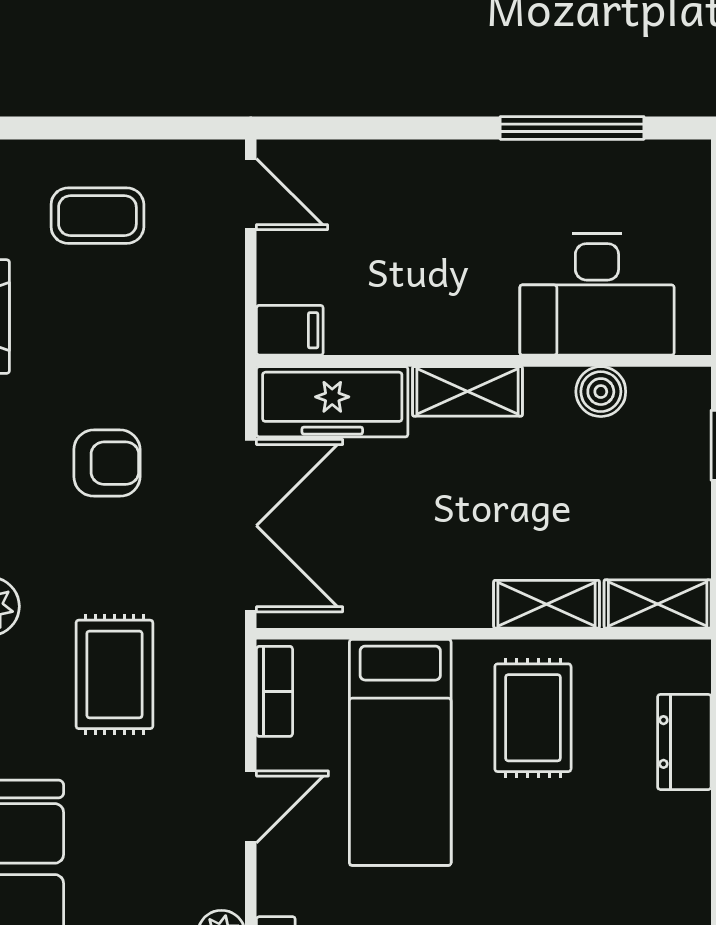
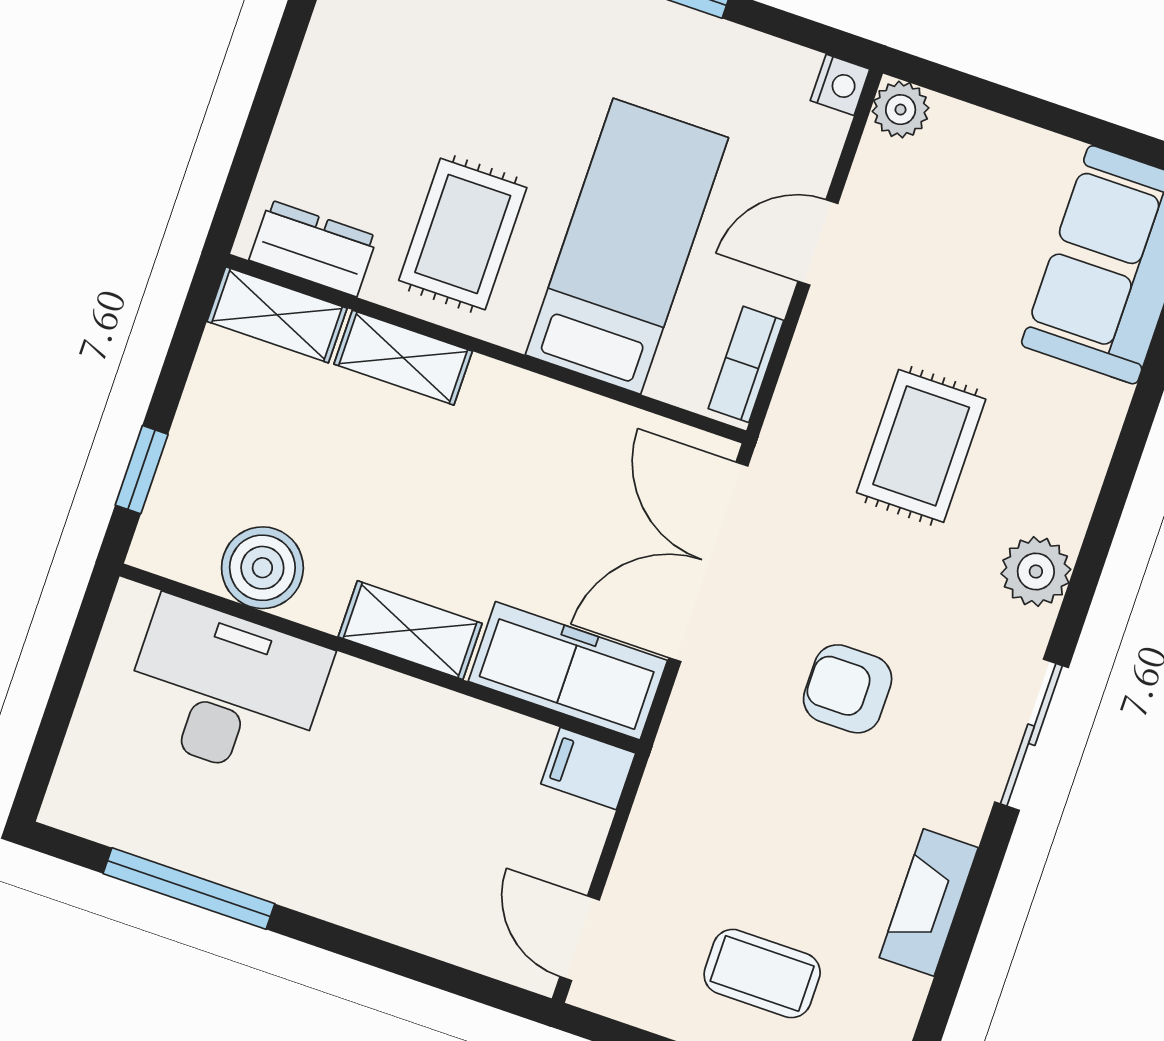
boiler: (601, 392) -> (262, 568), width x1.36, depth x1.36
dresser: (684, 742) -> (313, 248), moved, turned -90

